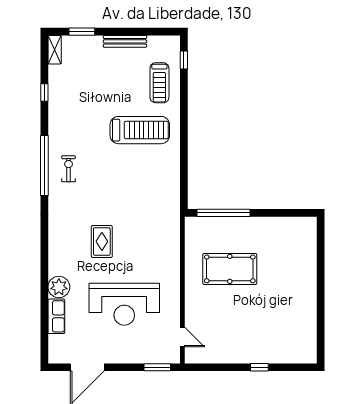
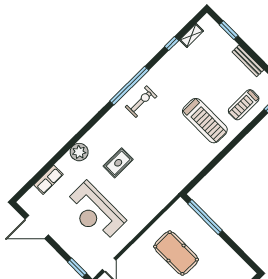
shelving: (55, 50) -> (191, 36), moved
exercise bike: (69, 169) -> (141, 102), width x1.38, depth x1.39
plant: (59, 287) -> (79, 152), moved

